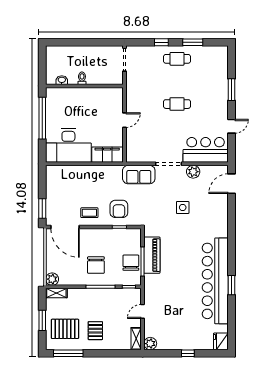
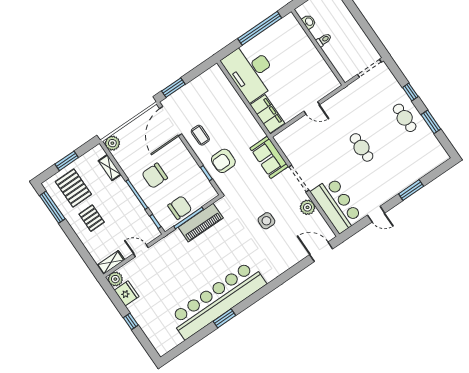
shelving: (56, 293) -> (110, 168), moved
pallet: (95, 331) -> (92, 218), turned 90
fridge: (221, 341) -> (127, 293), moved, turned 90

